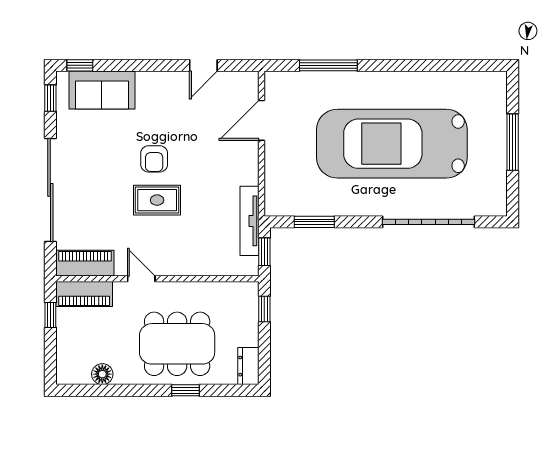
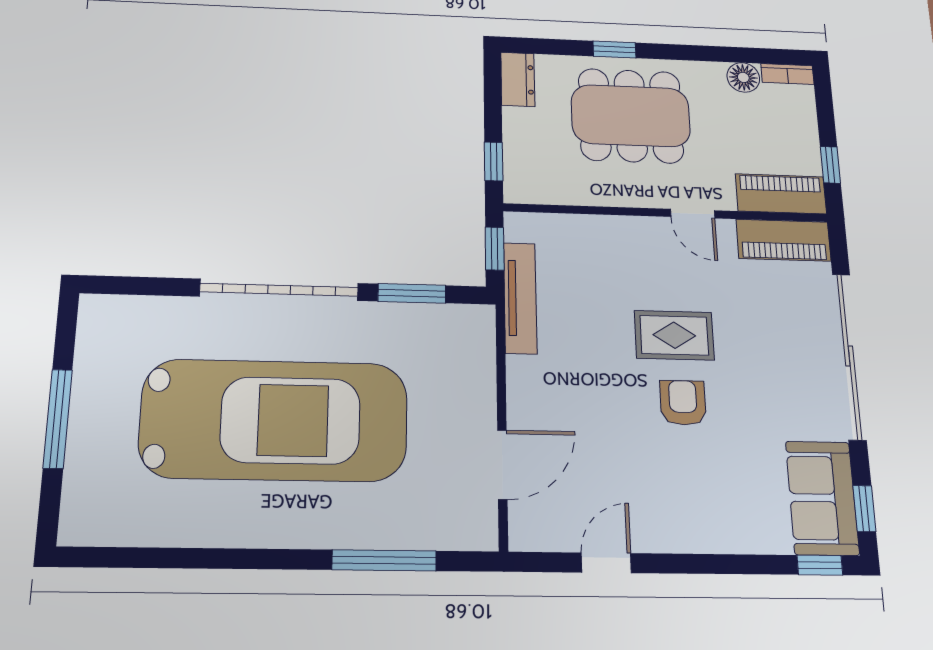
sofa: (102, 90) -> (822, 498), moved, turned -90
garage door: (428, 222) -> (279, 290), moved
bookcase: (73, 378) -> (787, 74), added

